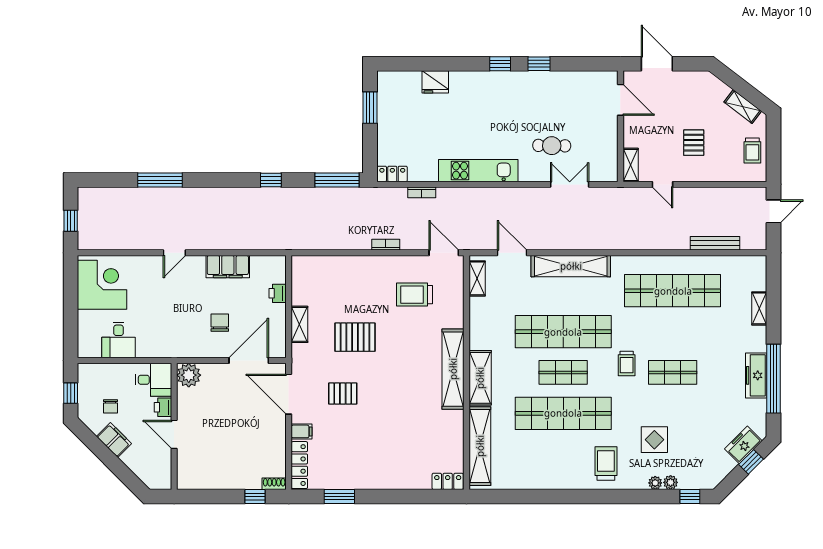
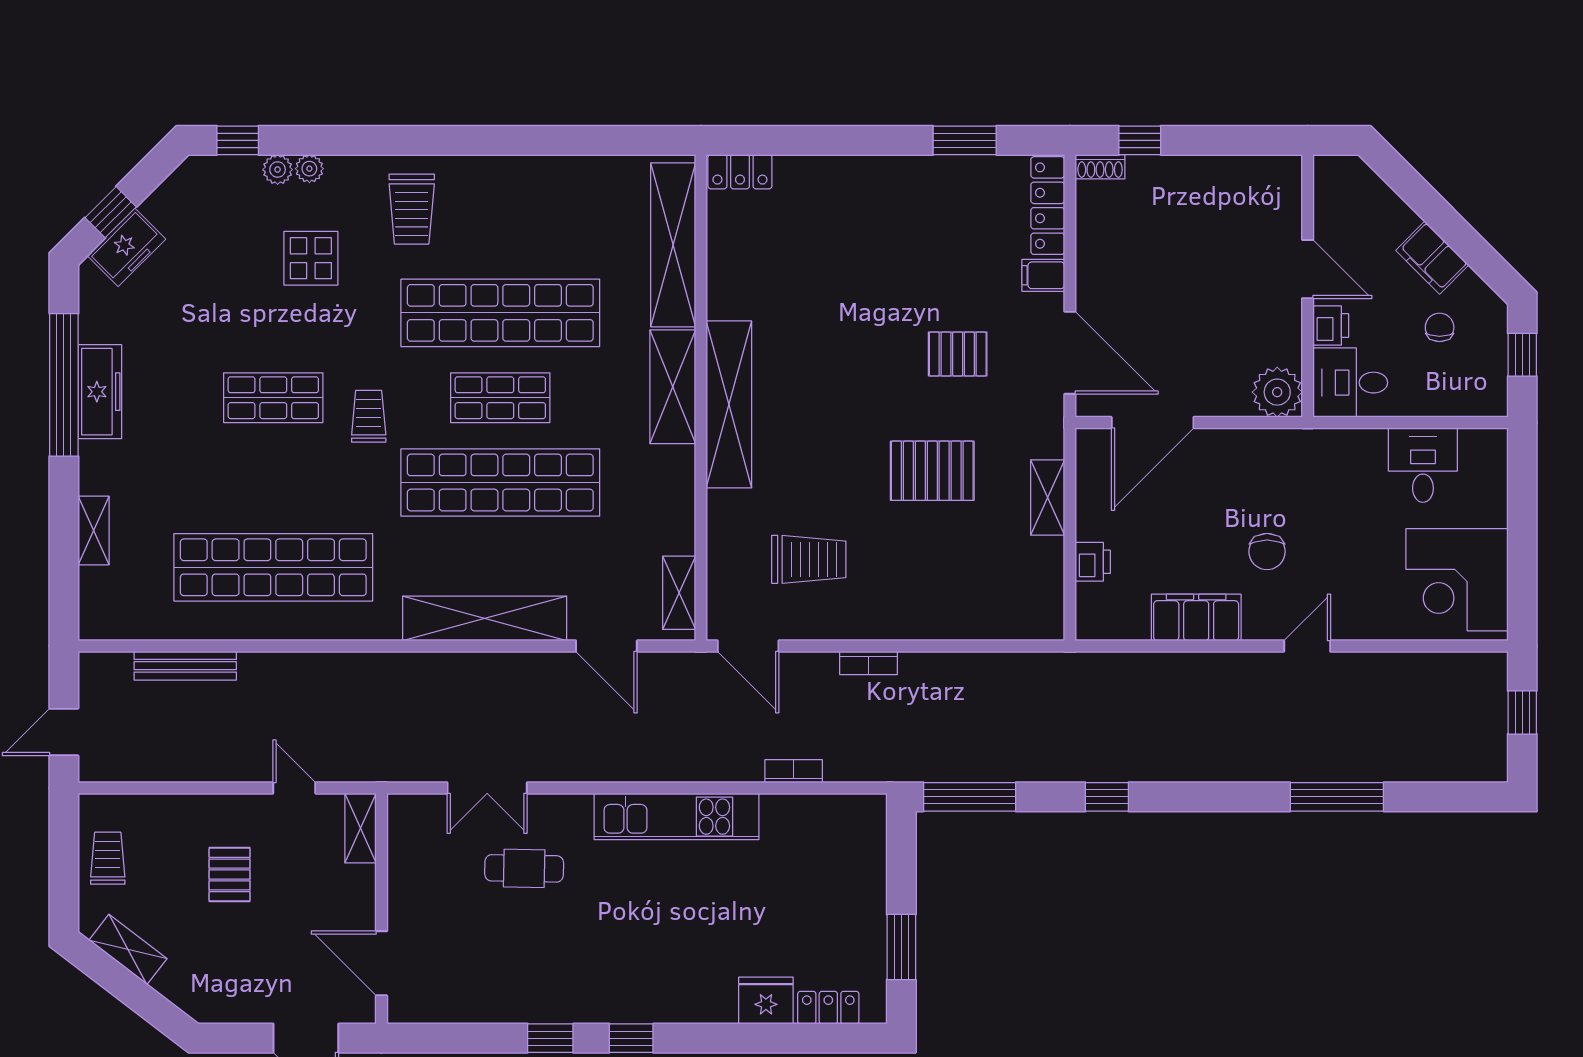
locker: (392, 174) -> (828, 1008), moved, turned 180
chair: (220, 323) -> (1267, 552), moved

